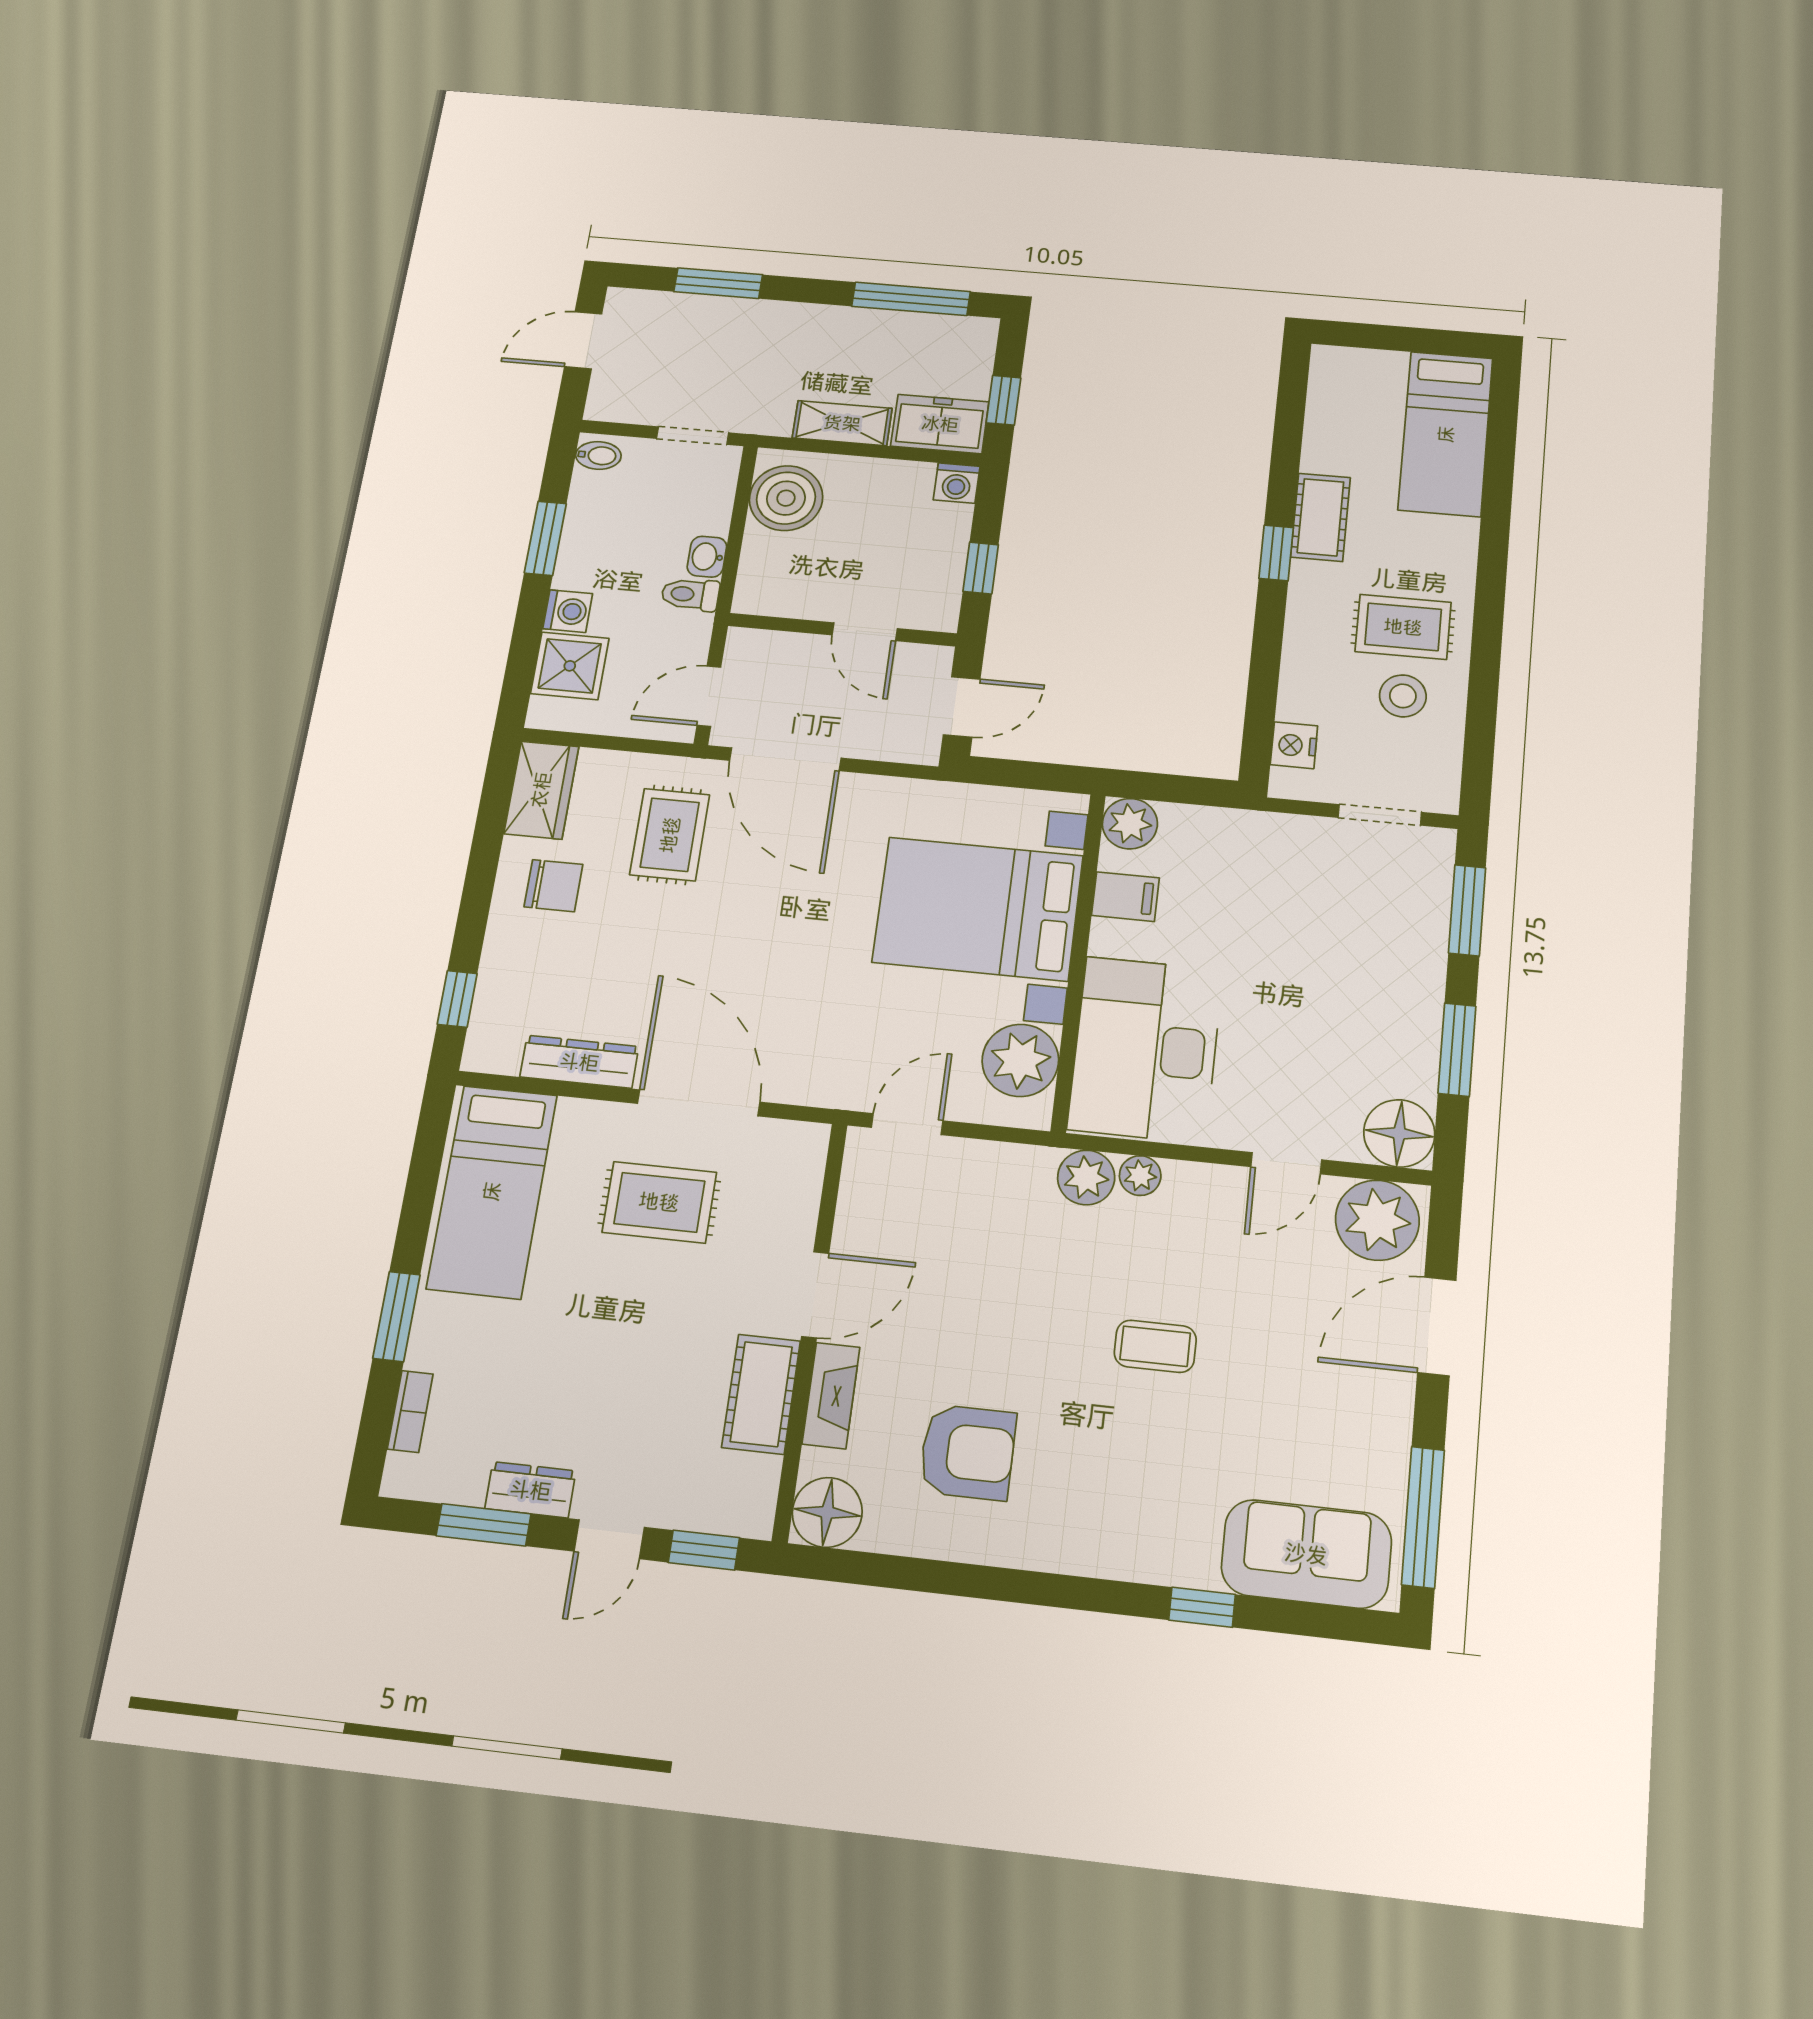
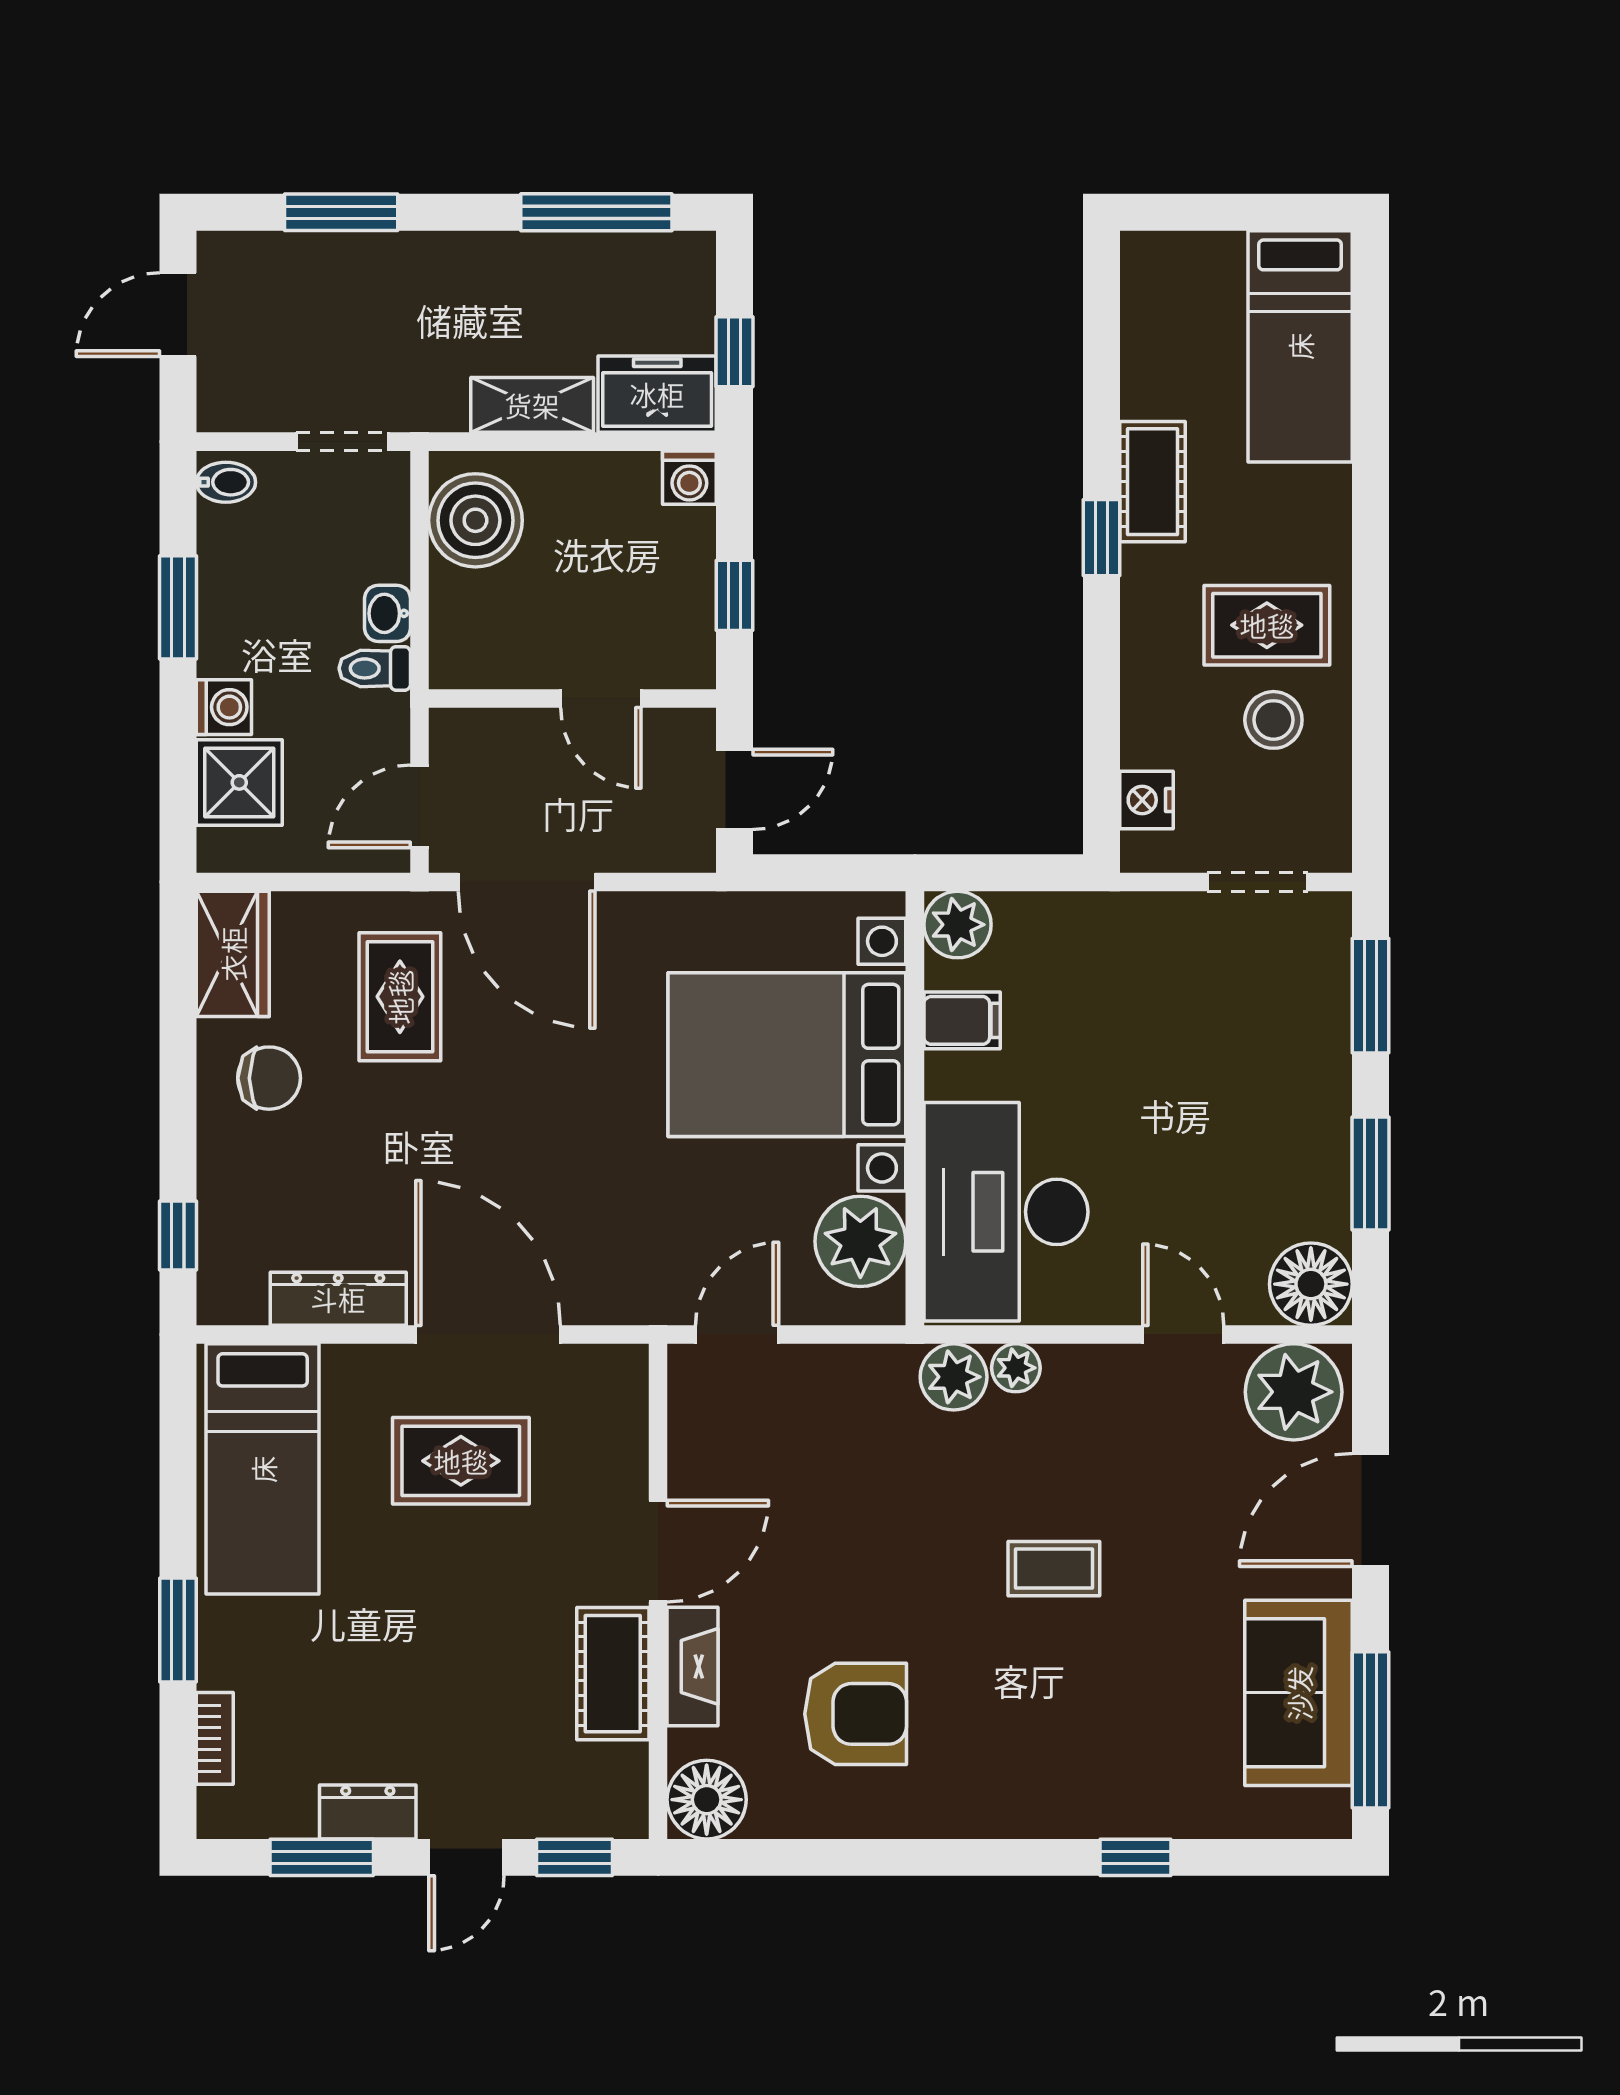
door: (1286, 1163) -> (1183, 1334), swing flipped
sofa: (1306, 1554) -> (1299, 1693), moved, turned -90

